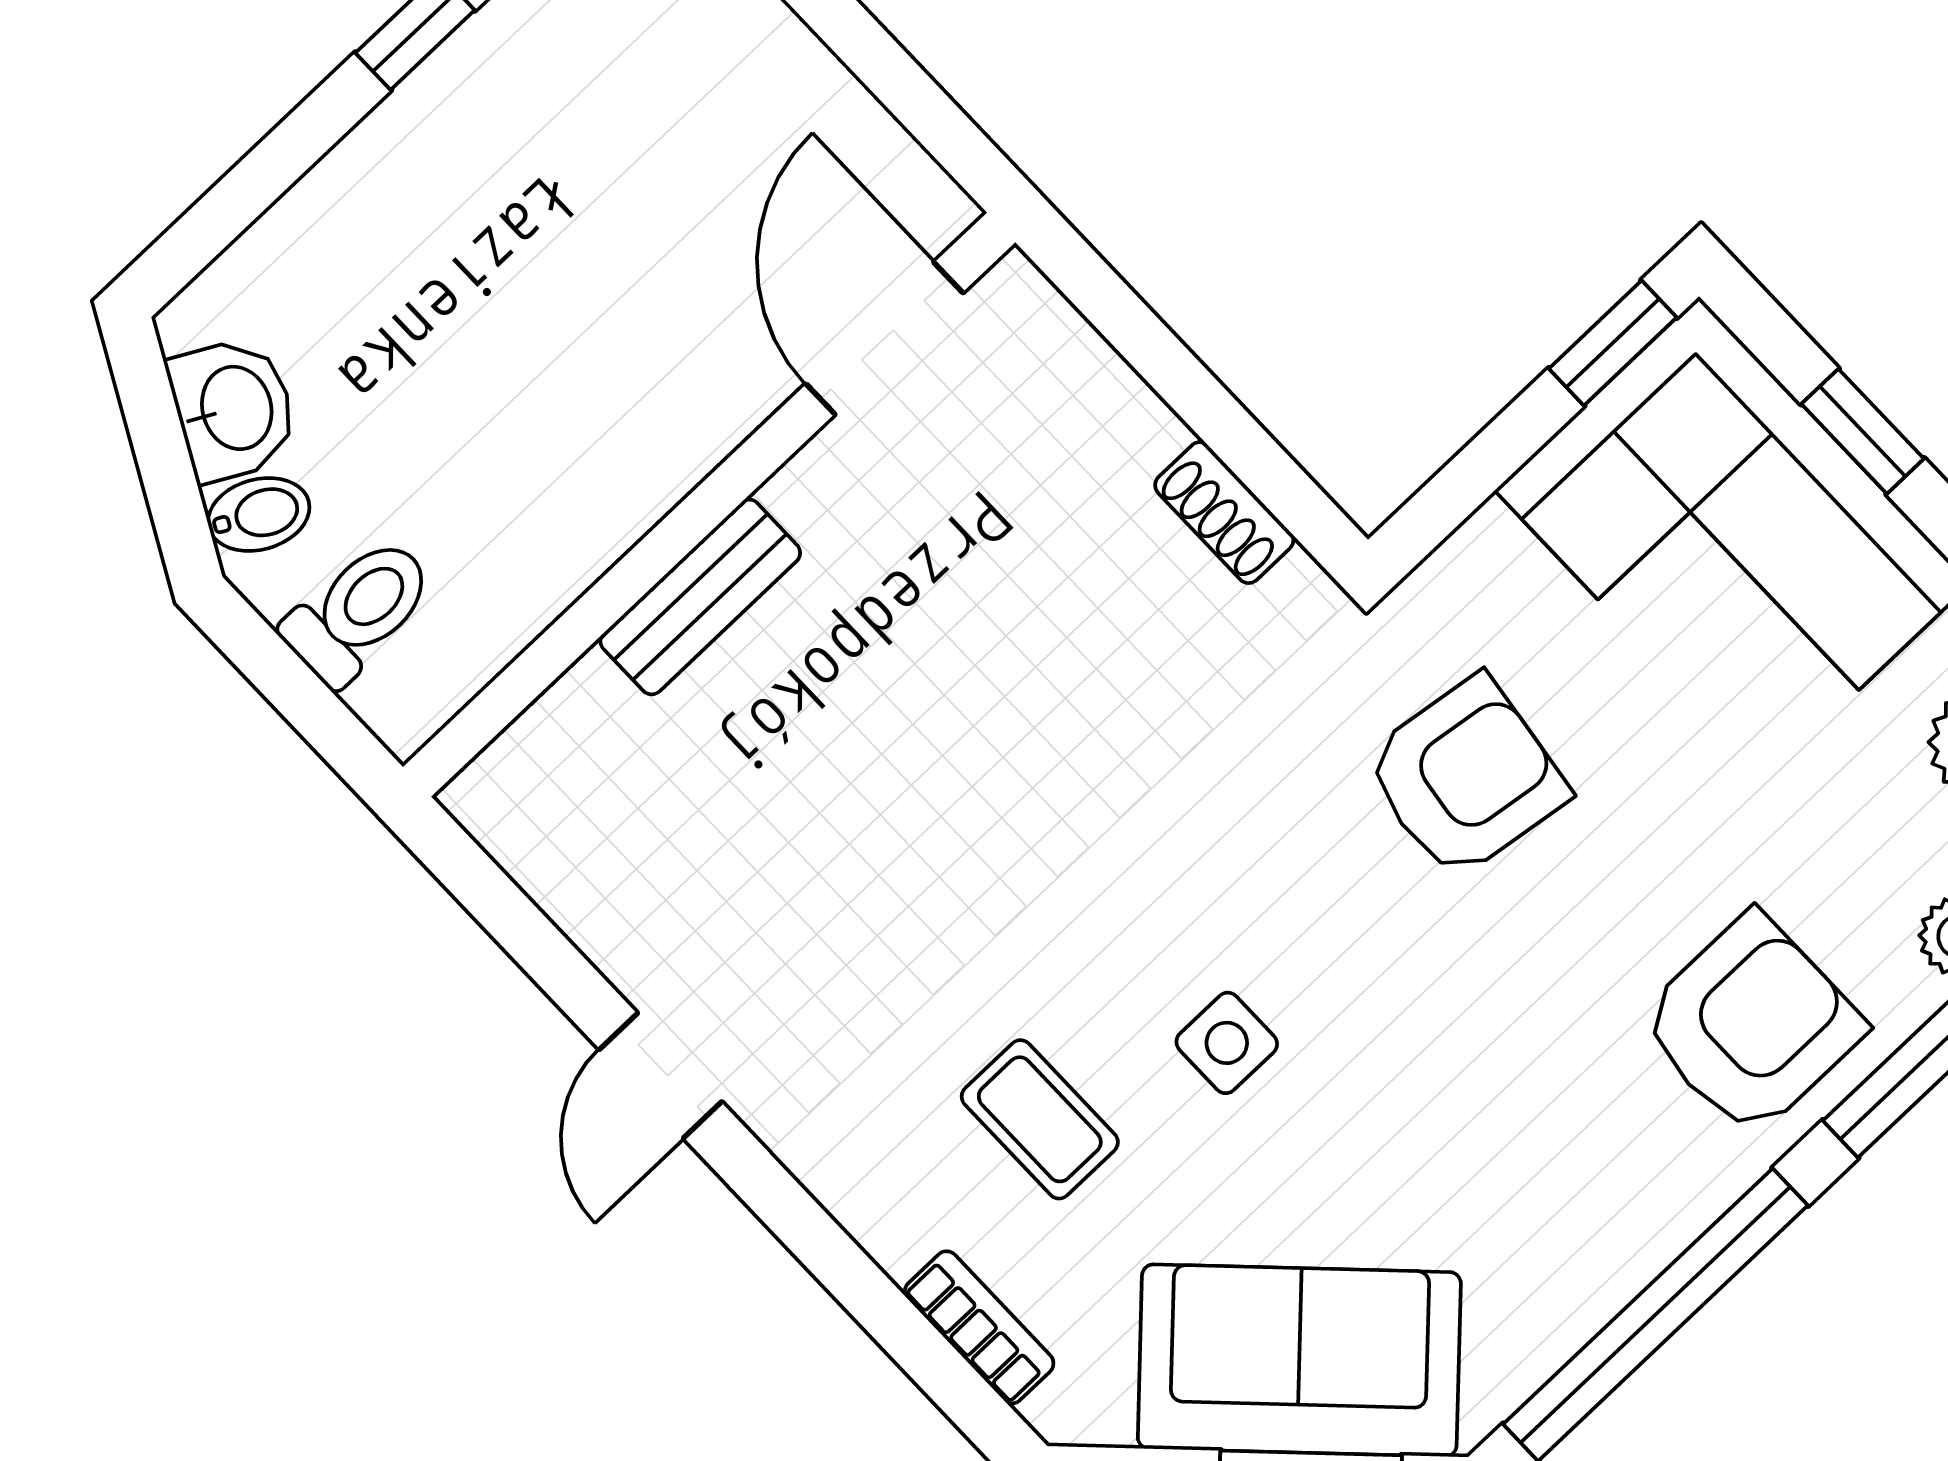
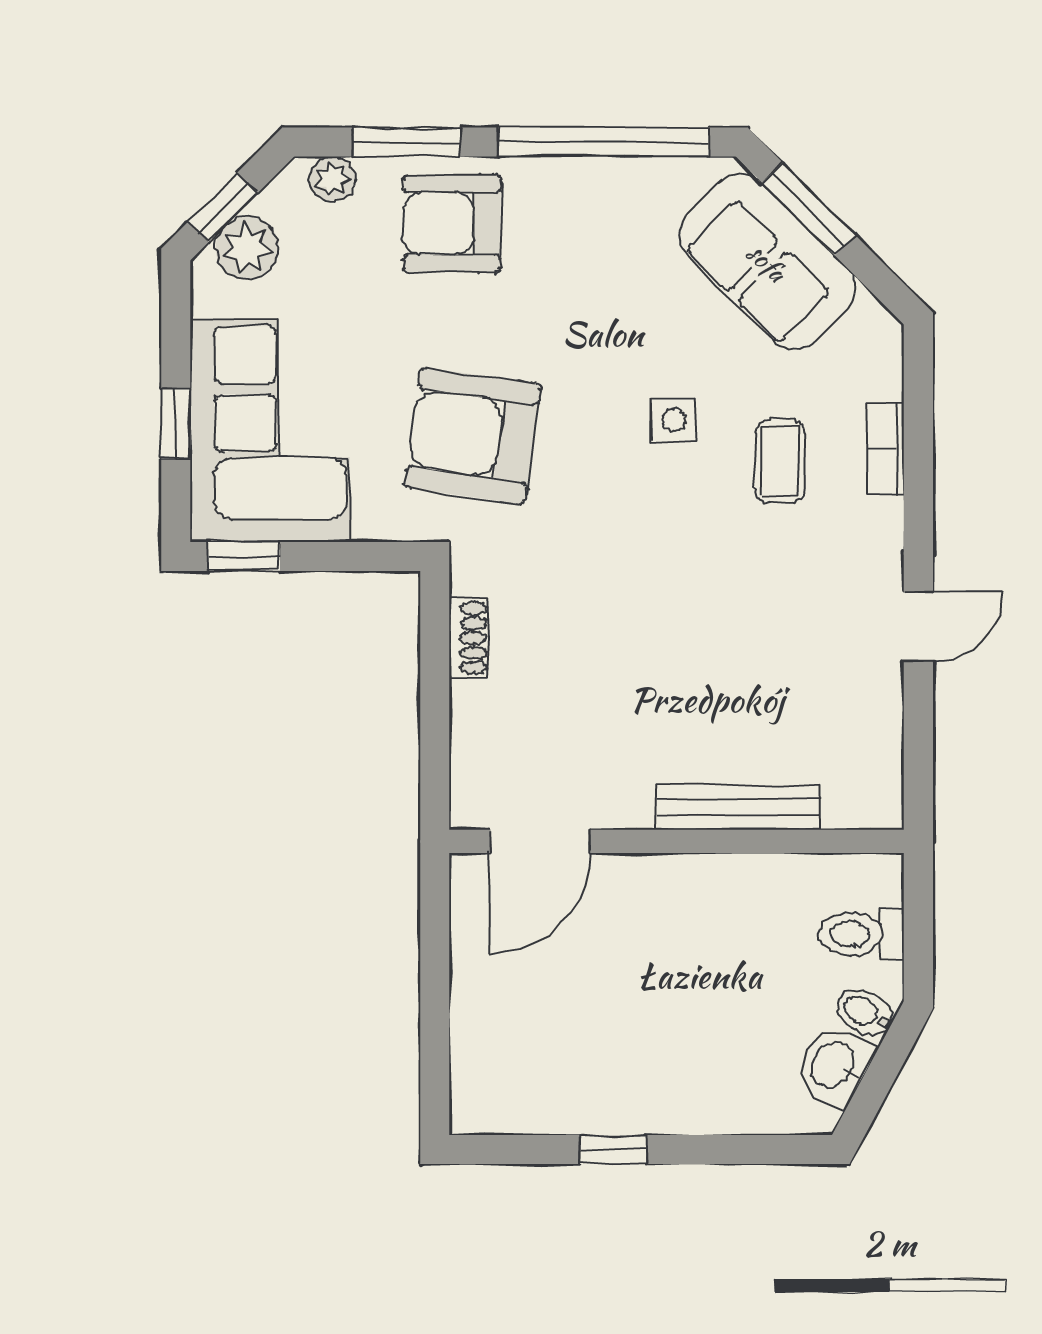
bench: (700, 597) -> (738, 807), width x1.36
armchair: (1466, 777) -> (473, 436), width x1.36, depth x1.36
bookcase: (979, 1327) -> (886, 449), moved

